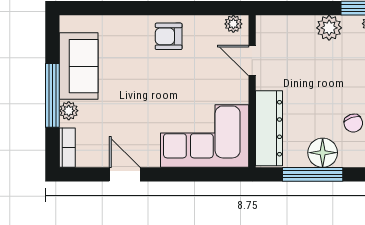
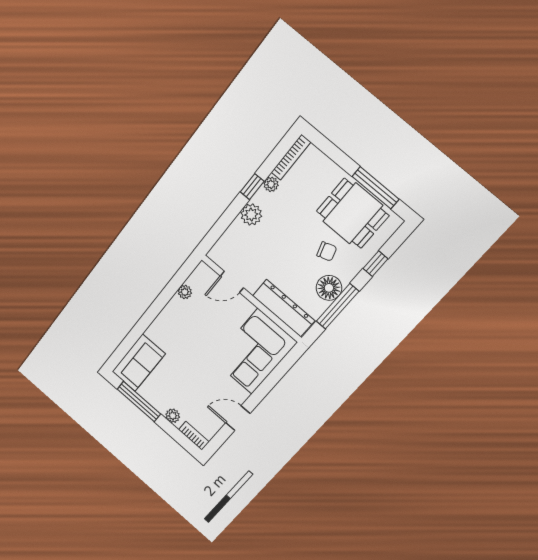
plant: (233, 24) -> (185, 292), moved
armchair: (169, 36) -> (175, 320), removed
sofa: (79, 66) -> (139, 363), moved, turned 90
window: (52, 95) -> (139, 402), moved

